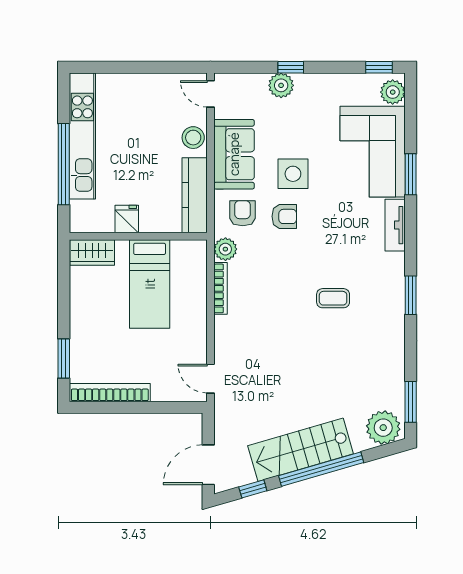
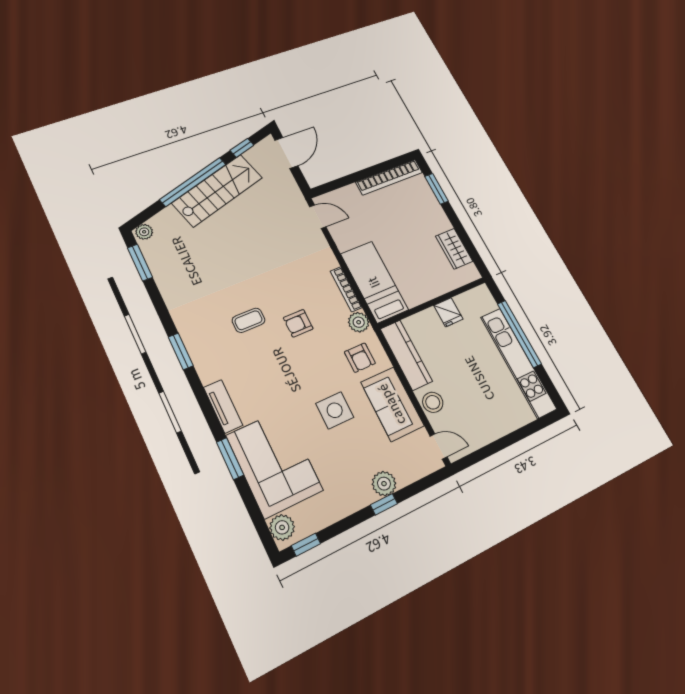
armchair: (284, 216) -> (298, 323), moved
wardrobe: (92, 252) -> (454, 249), moved, turned -90
bed: (150, 284) -> (374, 282), moved
plant: (383, 428) -> (144, 232), width x0.53, depth x0.53

